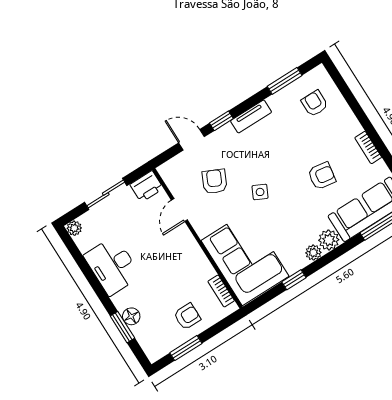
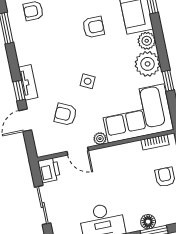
tv unit: (251, 117) -> (28, 82), moved
armchair: (322, 176) -> (93, 27), turned 81
plant: (202, 229) -> (100, 139), added
plant: (313, 253) -> (148, 64), width x1.88, depth x1.88

